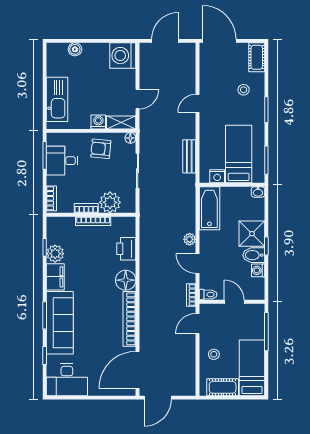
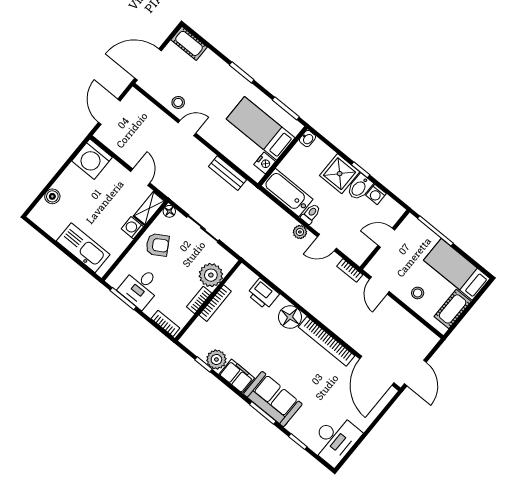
stool: (244, 90) -> (178, 102), moved
door: (197, 103) -> (187, 128), swing flipped
armchair: (101, 149) -> (158, 245), turned -126
toilet: (208, 295) -> (311, 214), moved
sofa: (60, 323) -> (273, 399), width x0.73

